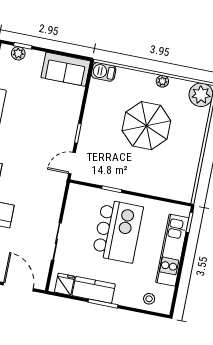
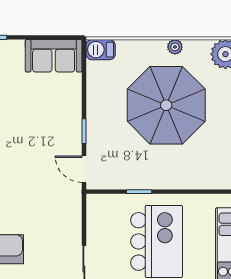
parasol: (146, 126) -> (166, 105), width x1.36, depth x1.36
door: (72, 163) -> (84, 169), hinge flipped

